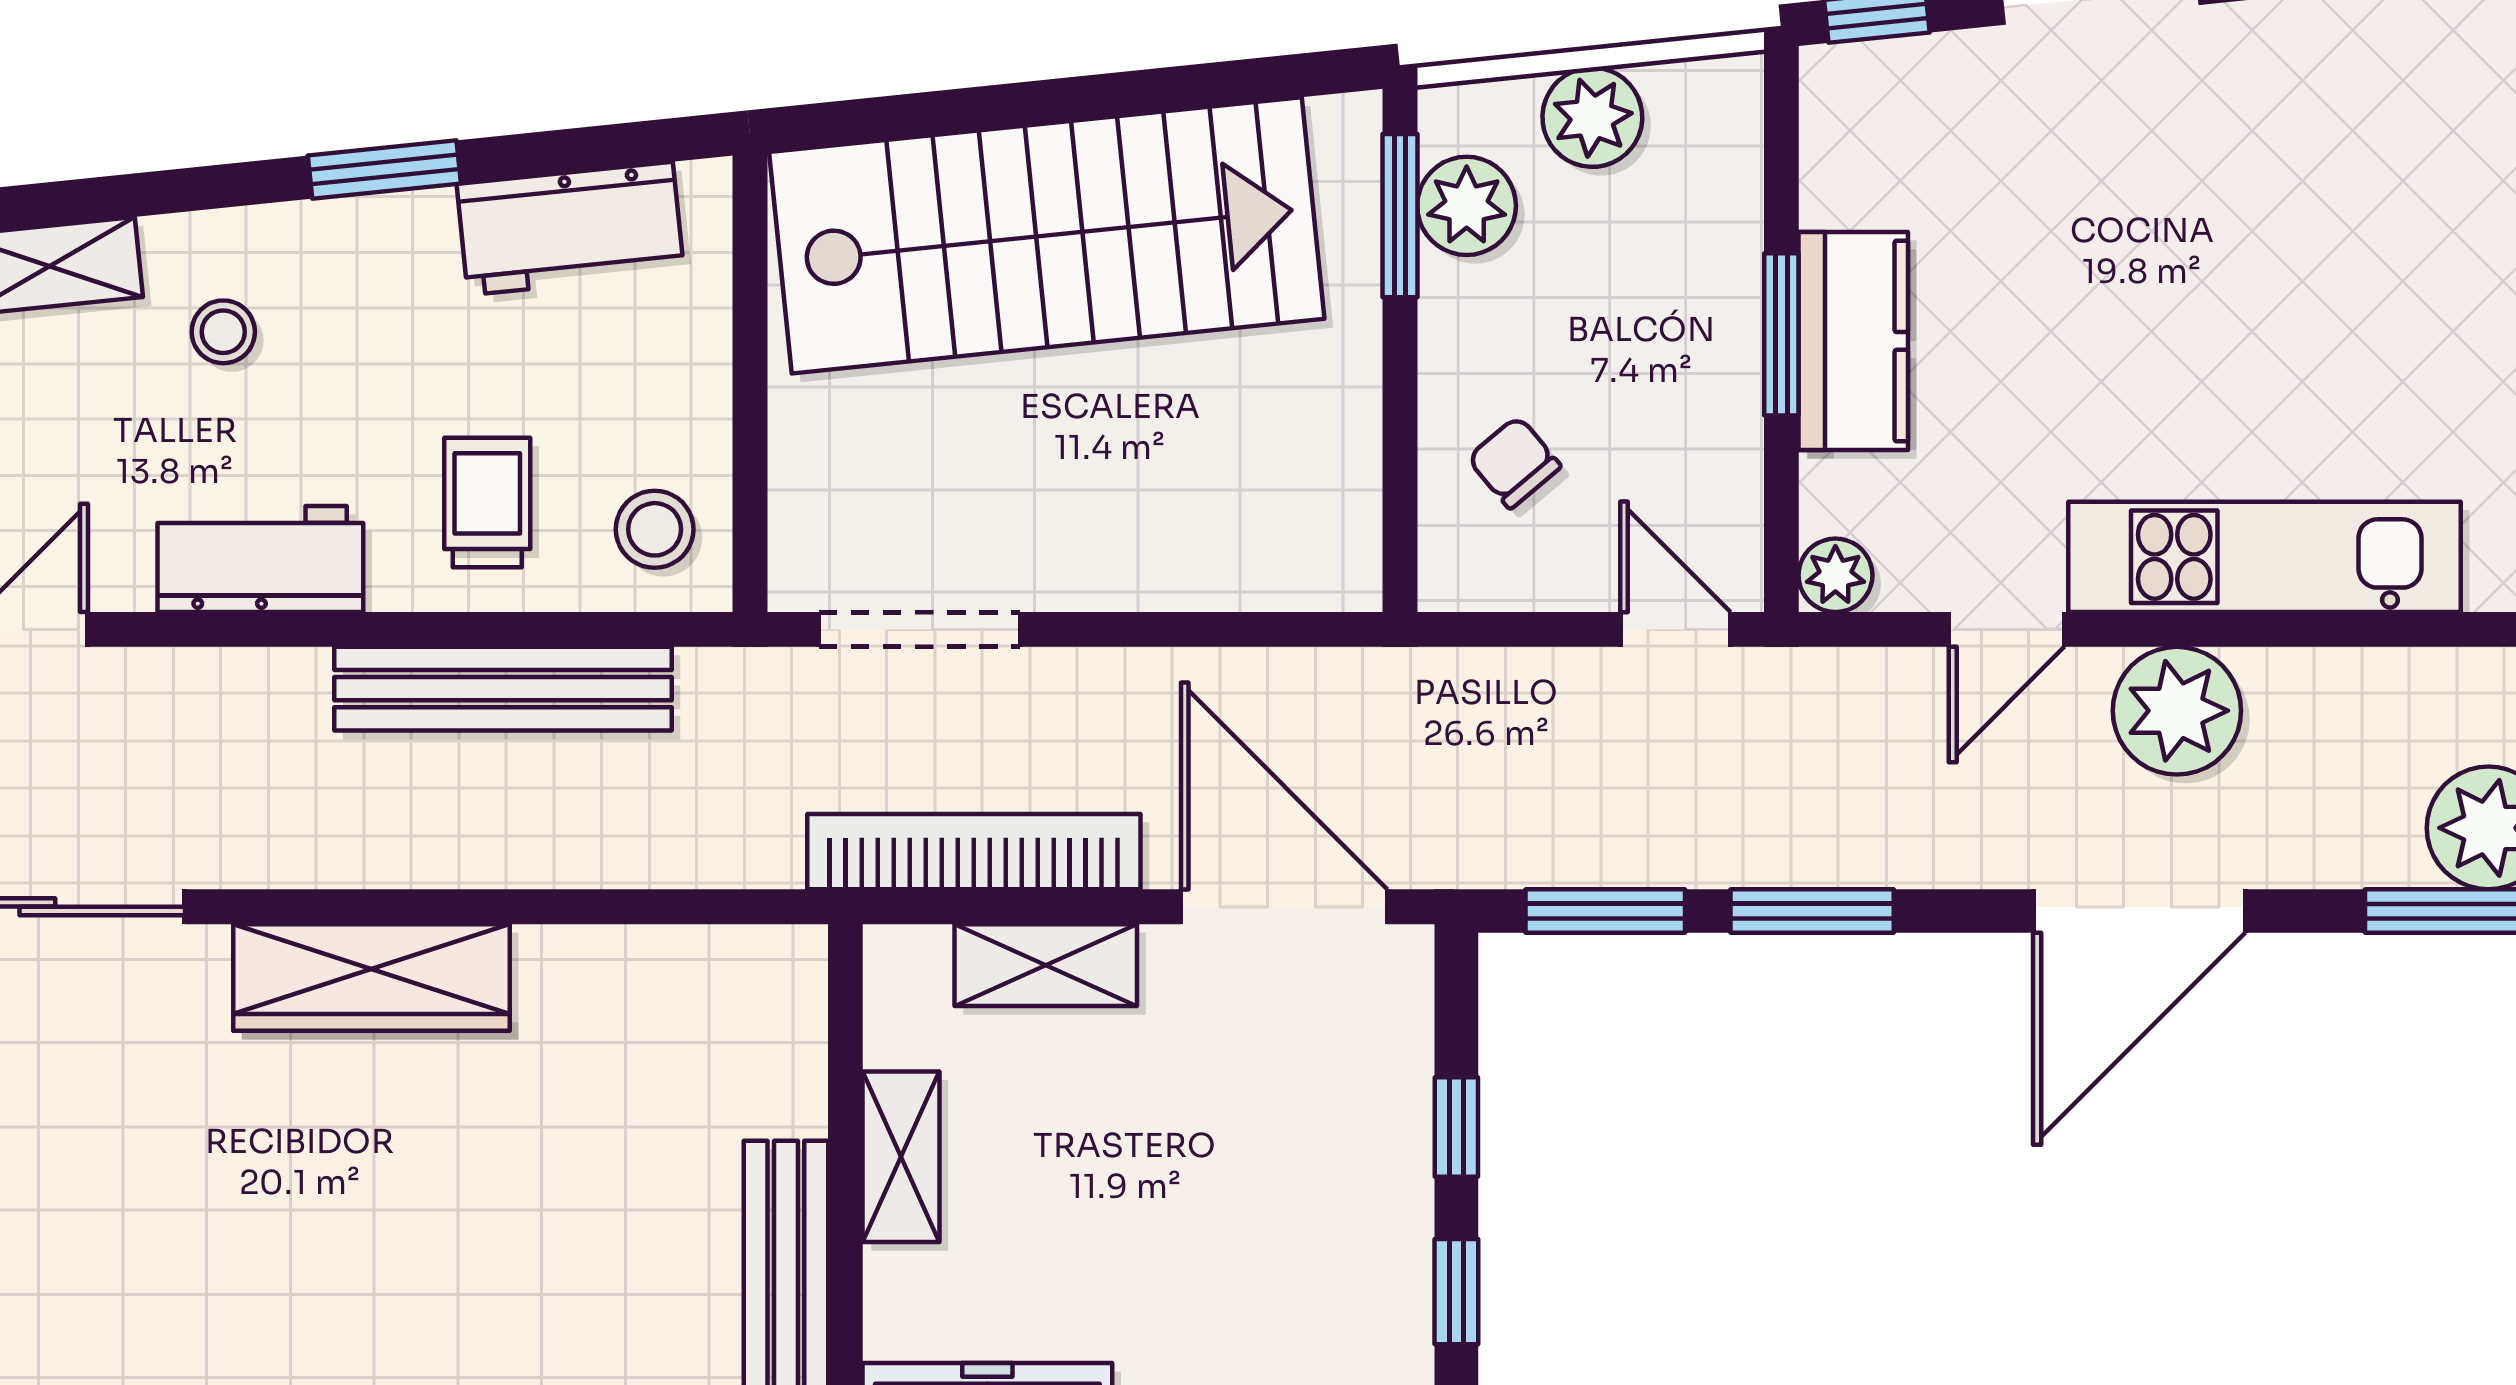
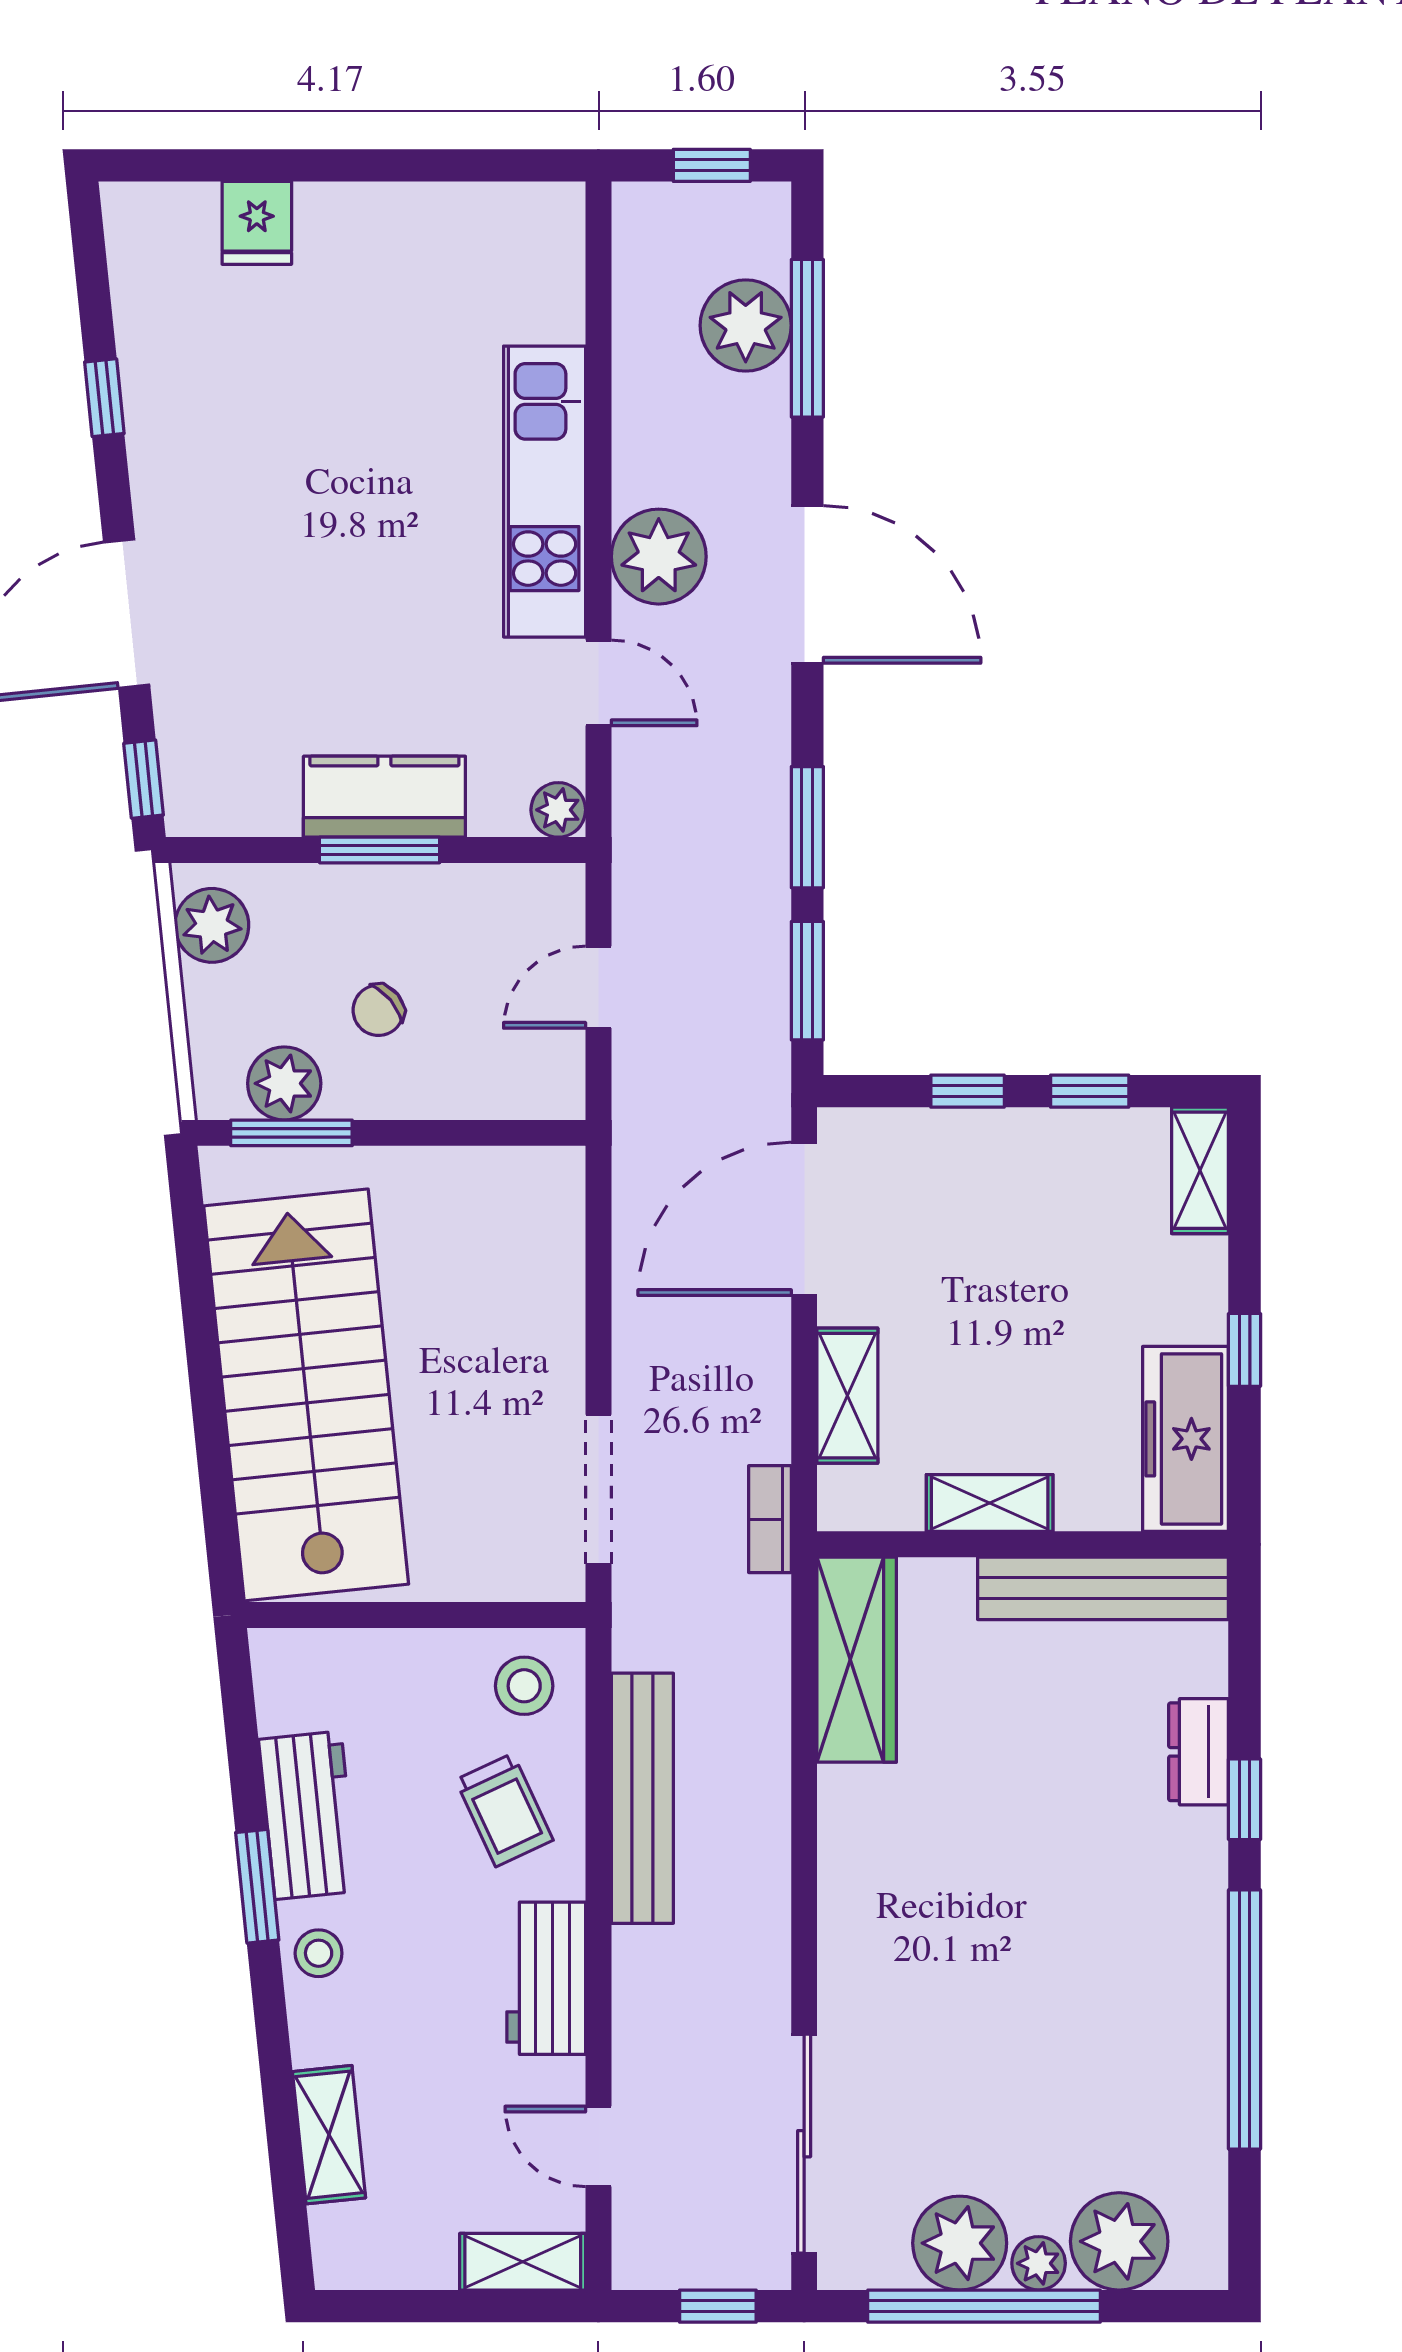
plant: (1592, 117) -> (212, 925), moved
workbench: (570, 229) -> (308, 1815), moved
stool: (223, 332) -> (319, 1953), moved
chair: (1514, 462) -> (378, 1010), moved
trolley: (487, 503) -> (504, 1810), turned -115
door: (1675, 629) -> (598, 987), moved
bookcase: (974, 852) -> (770, 1519), width x0.43, depth x0.76
wardrobe: (371, 977) -> (857, 1660), moved

